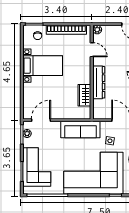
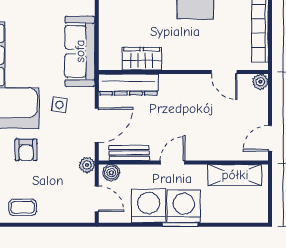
door: (92, 50) -> (224, 72), hinge flipped
dresser: (99, 82) -> (128, 85), moved

